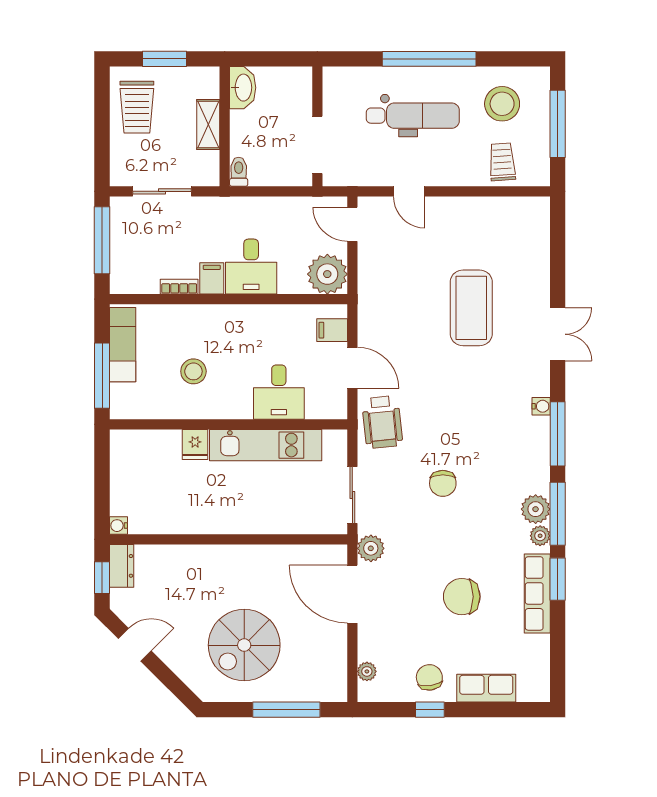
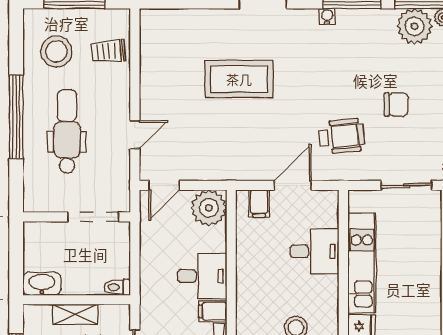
wheelchair: (382, 422) -> (341, 136), moved
plant: (536, 509) -> (414, 26), width x1.36, depth x1.36

